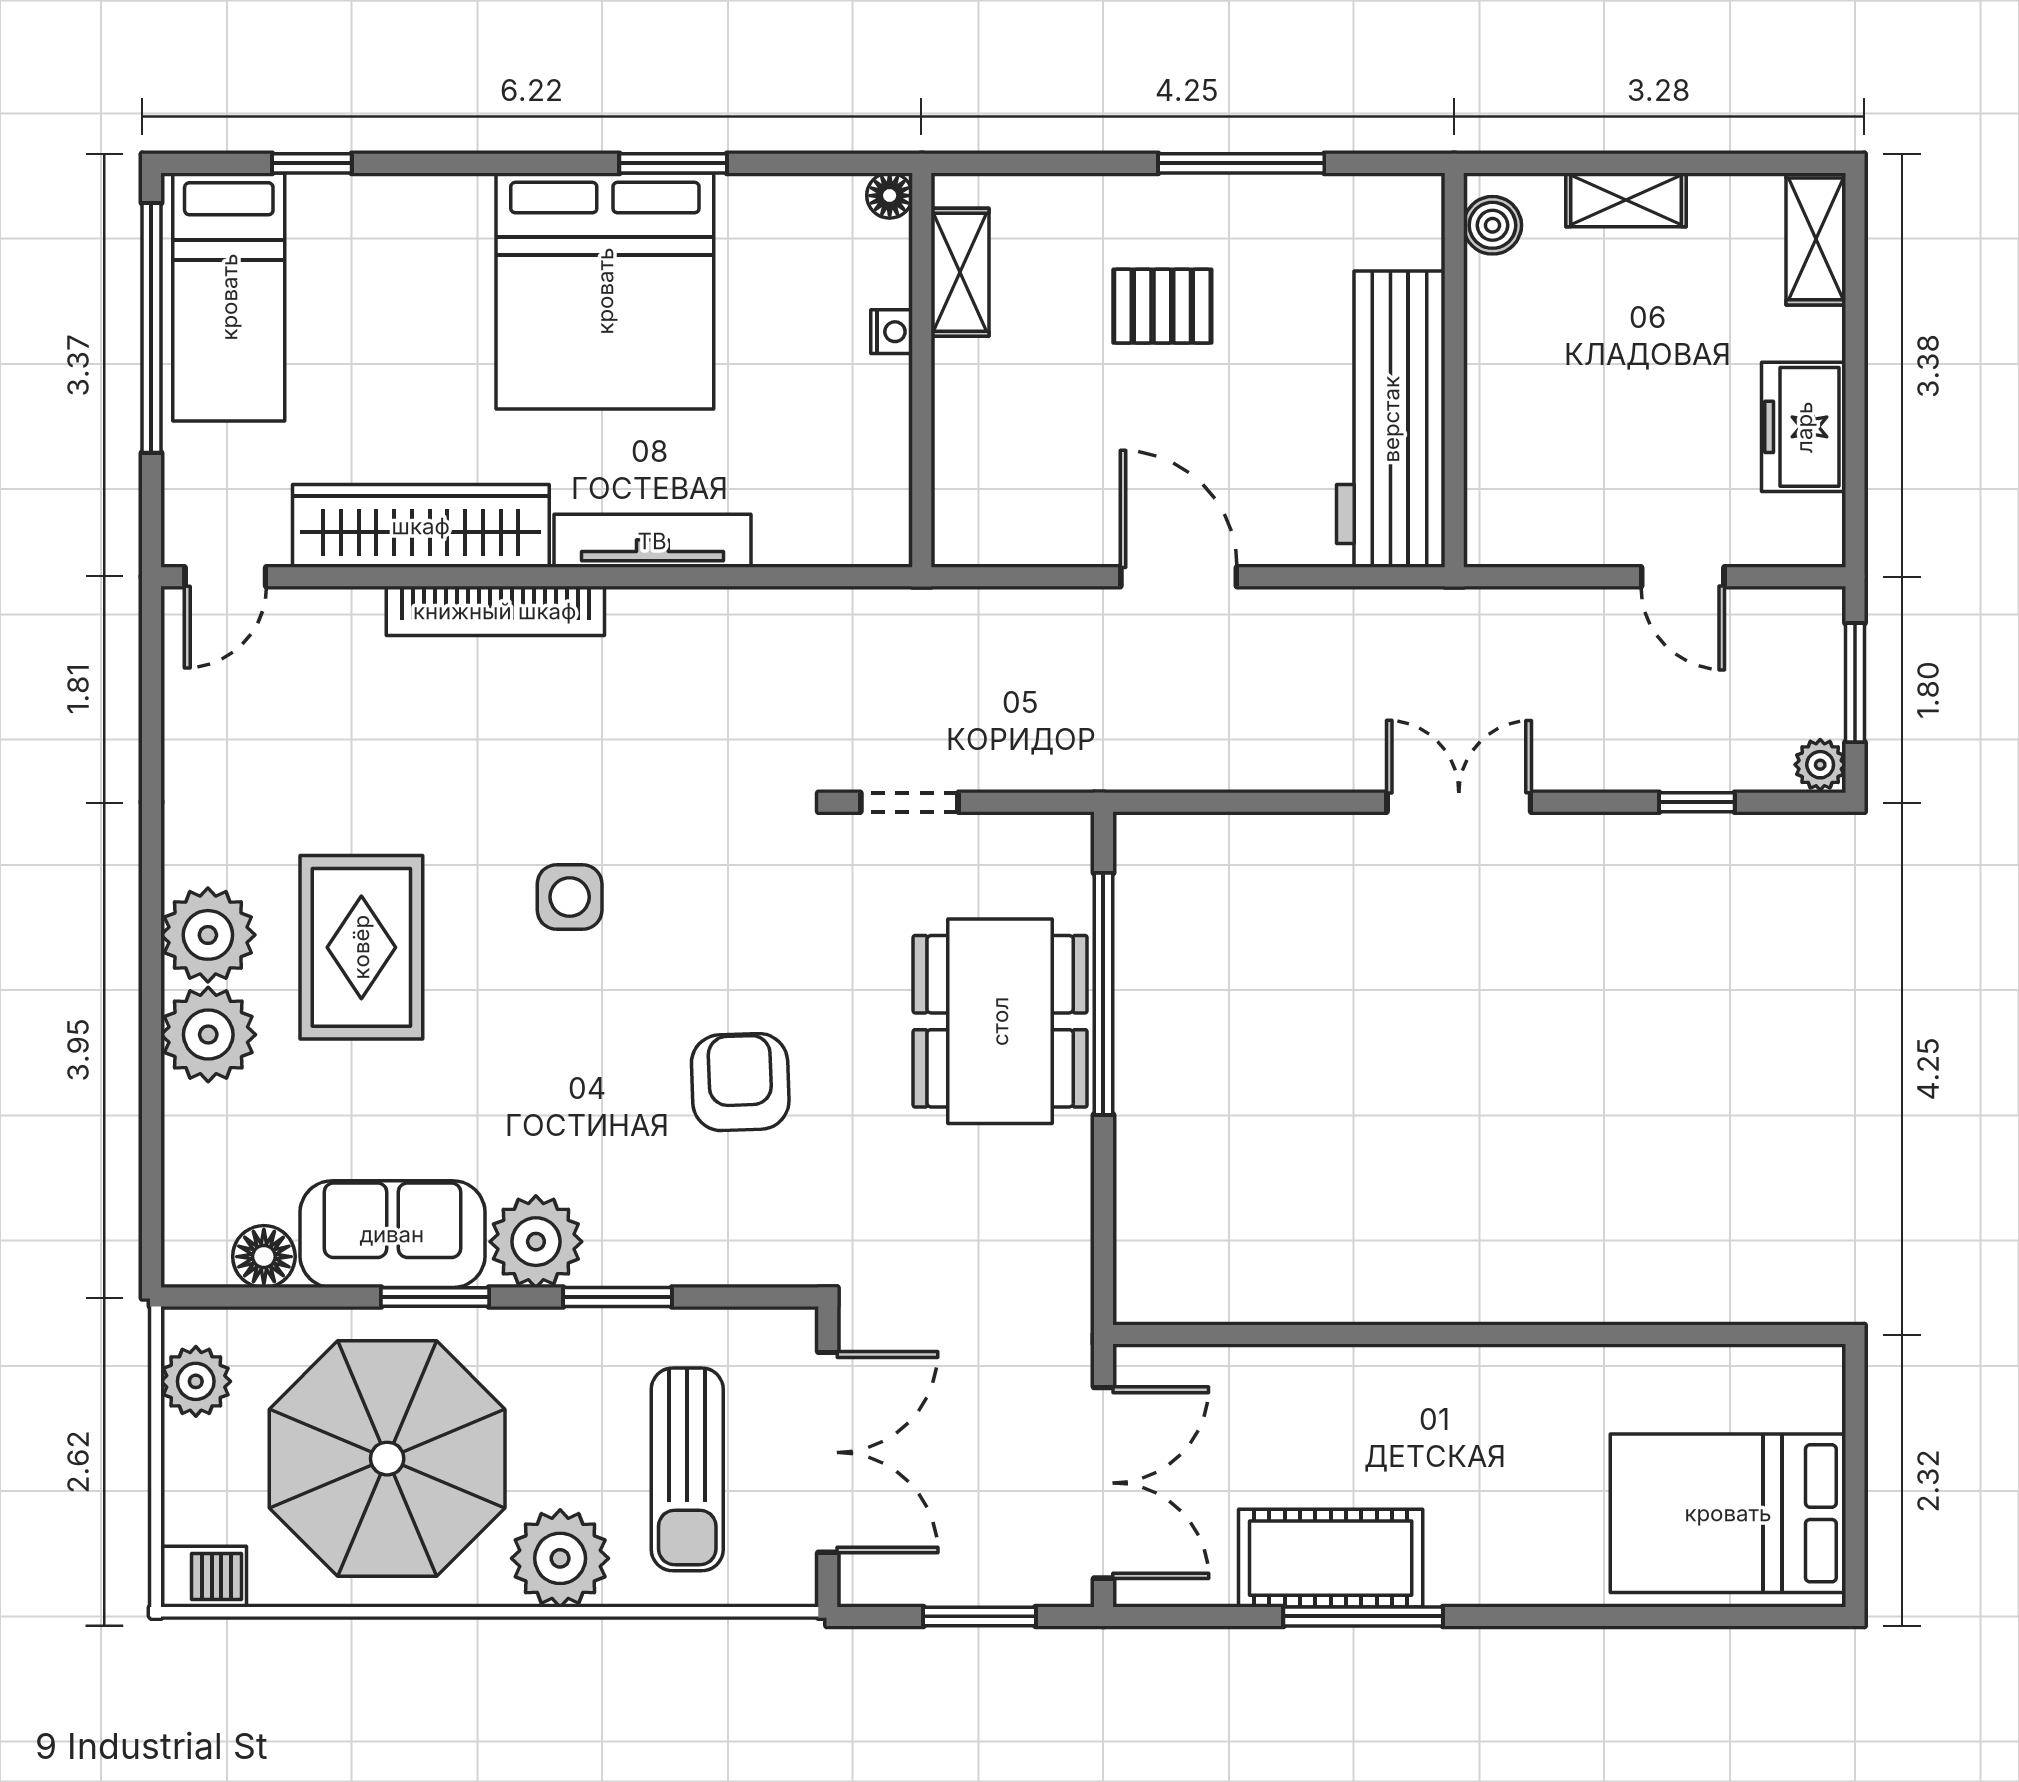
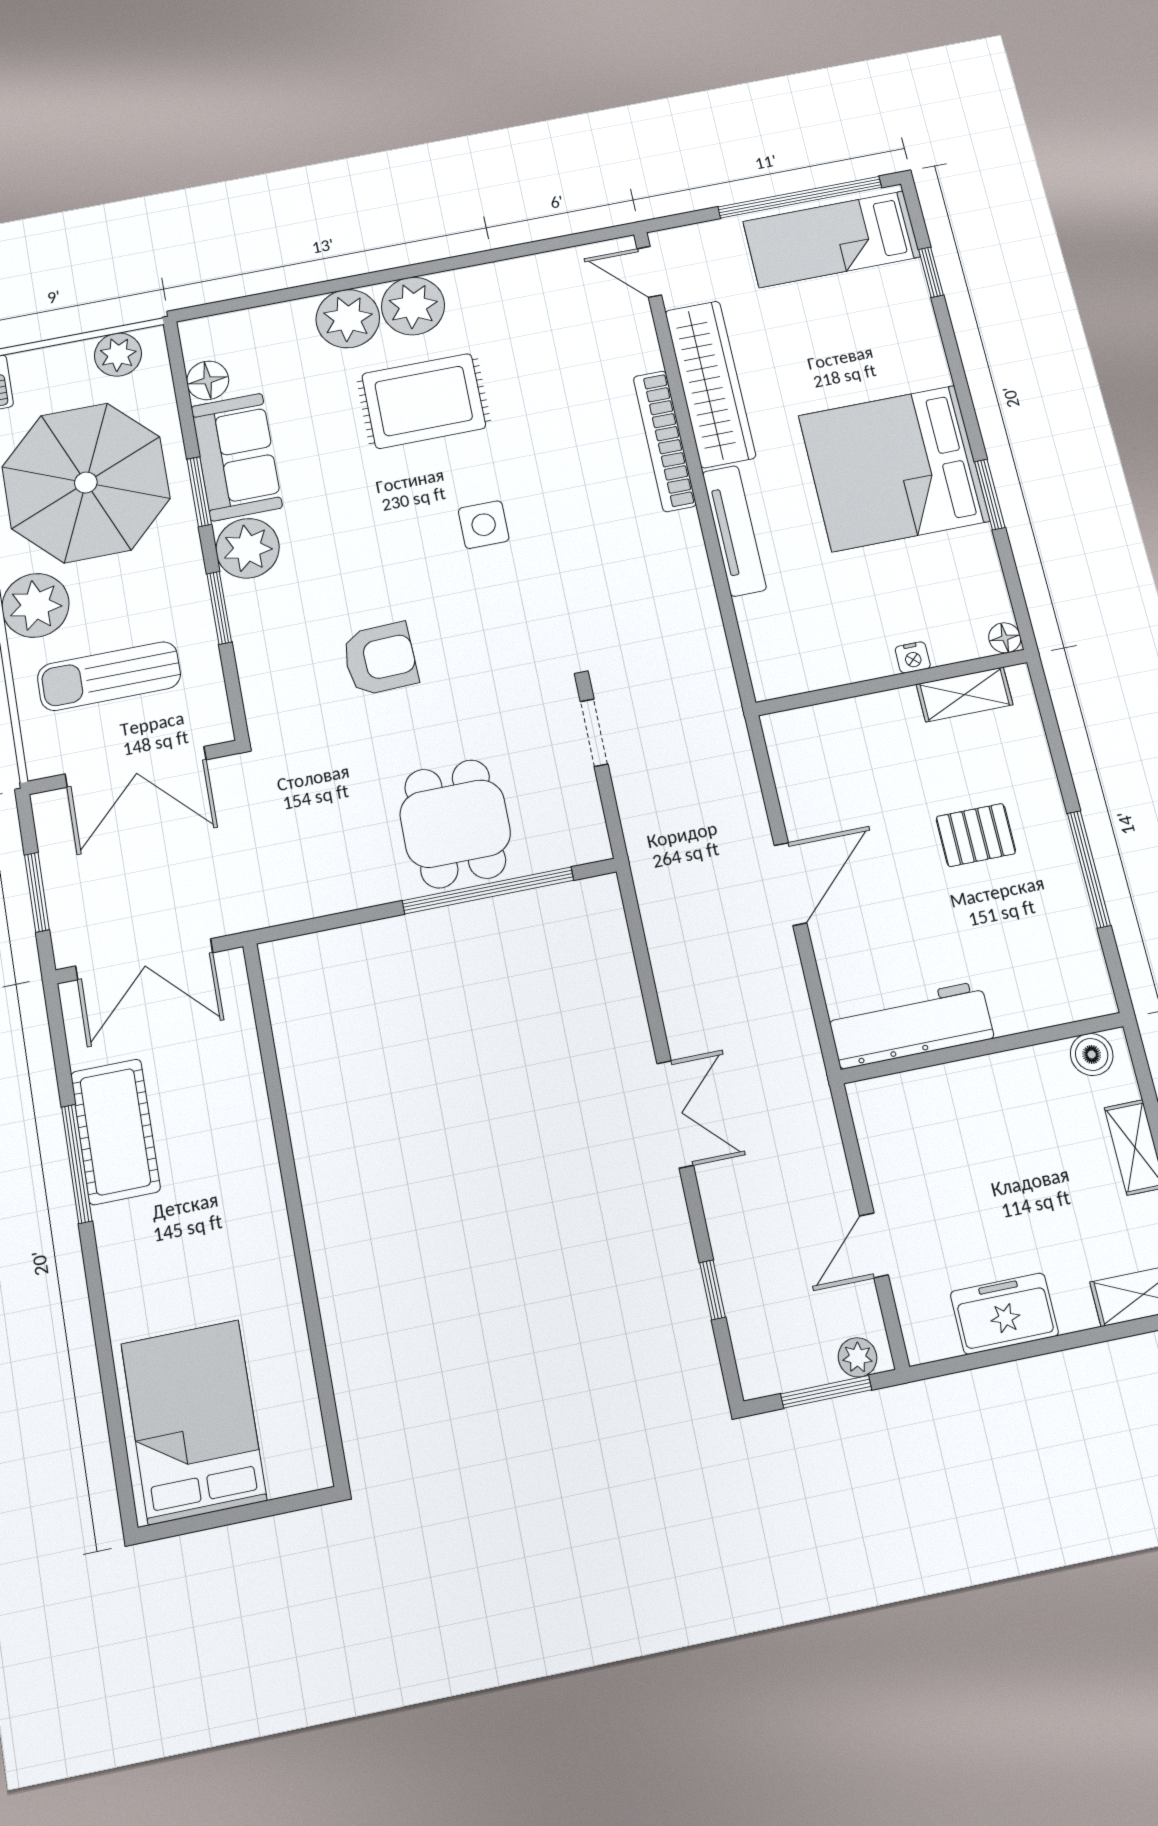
pallet: (1162, 306) -> (976, 835), turned 90
workbench: (1391, 419) -> (911, 1025), width x0.73, depth x0.76
plant: (1820, 765) -> (857, 1357), moved
dining table: (1000, 1021) -> (455, 824), width x0.73

